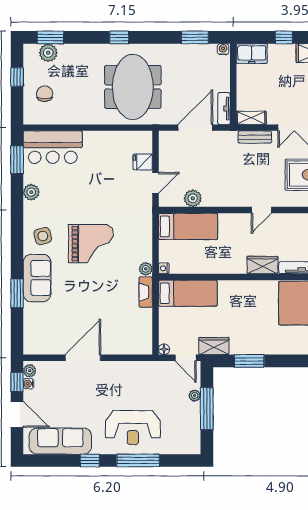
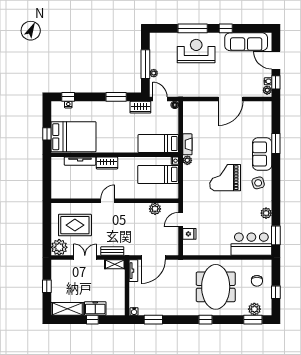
freezer: (252, 54) -> (95, 308), moved
meeting table: (133, 87) -> (216, 287), moved
bed: (188, 226) -> (158, 174), moved

